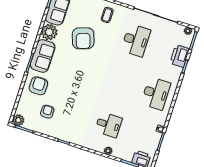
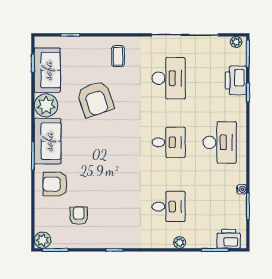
desk: (122, 83) -> (169, 142), added
armchair: (38, 86) -> (55, 184), turned -90

